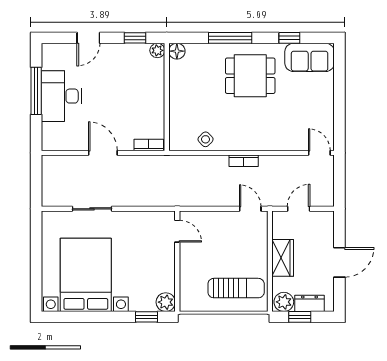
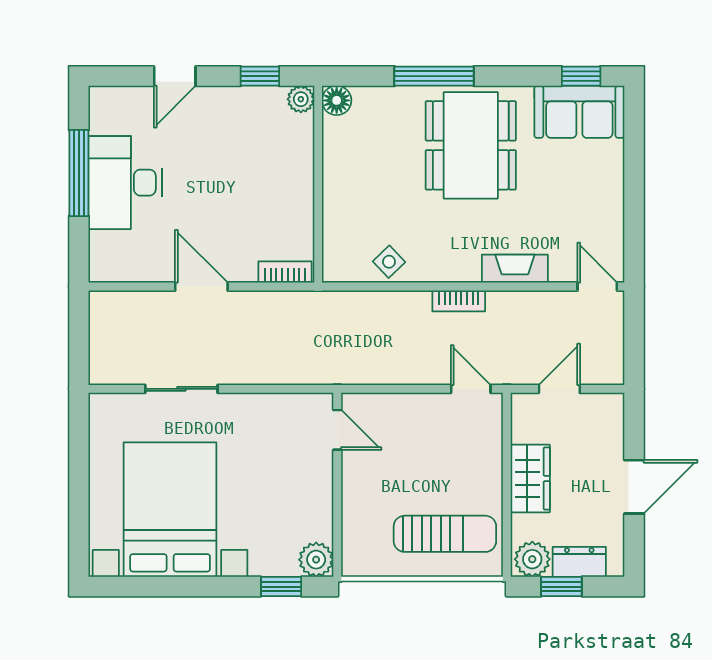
window: (289, 38) -> (581, 76), moved
dining table: (250, 76) -> (471, 145), width x1.37
fireplace: (274, 143) -> (515, 269), added

